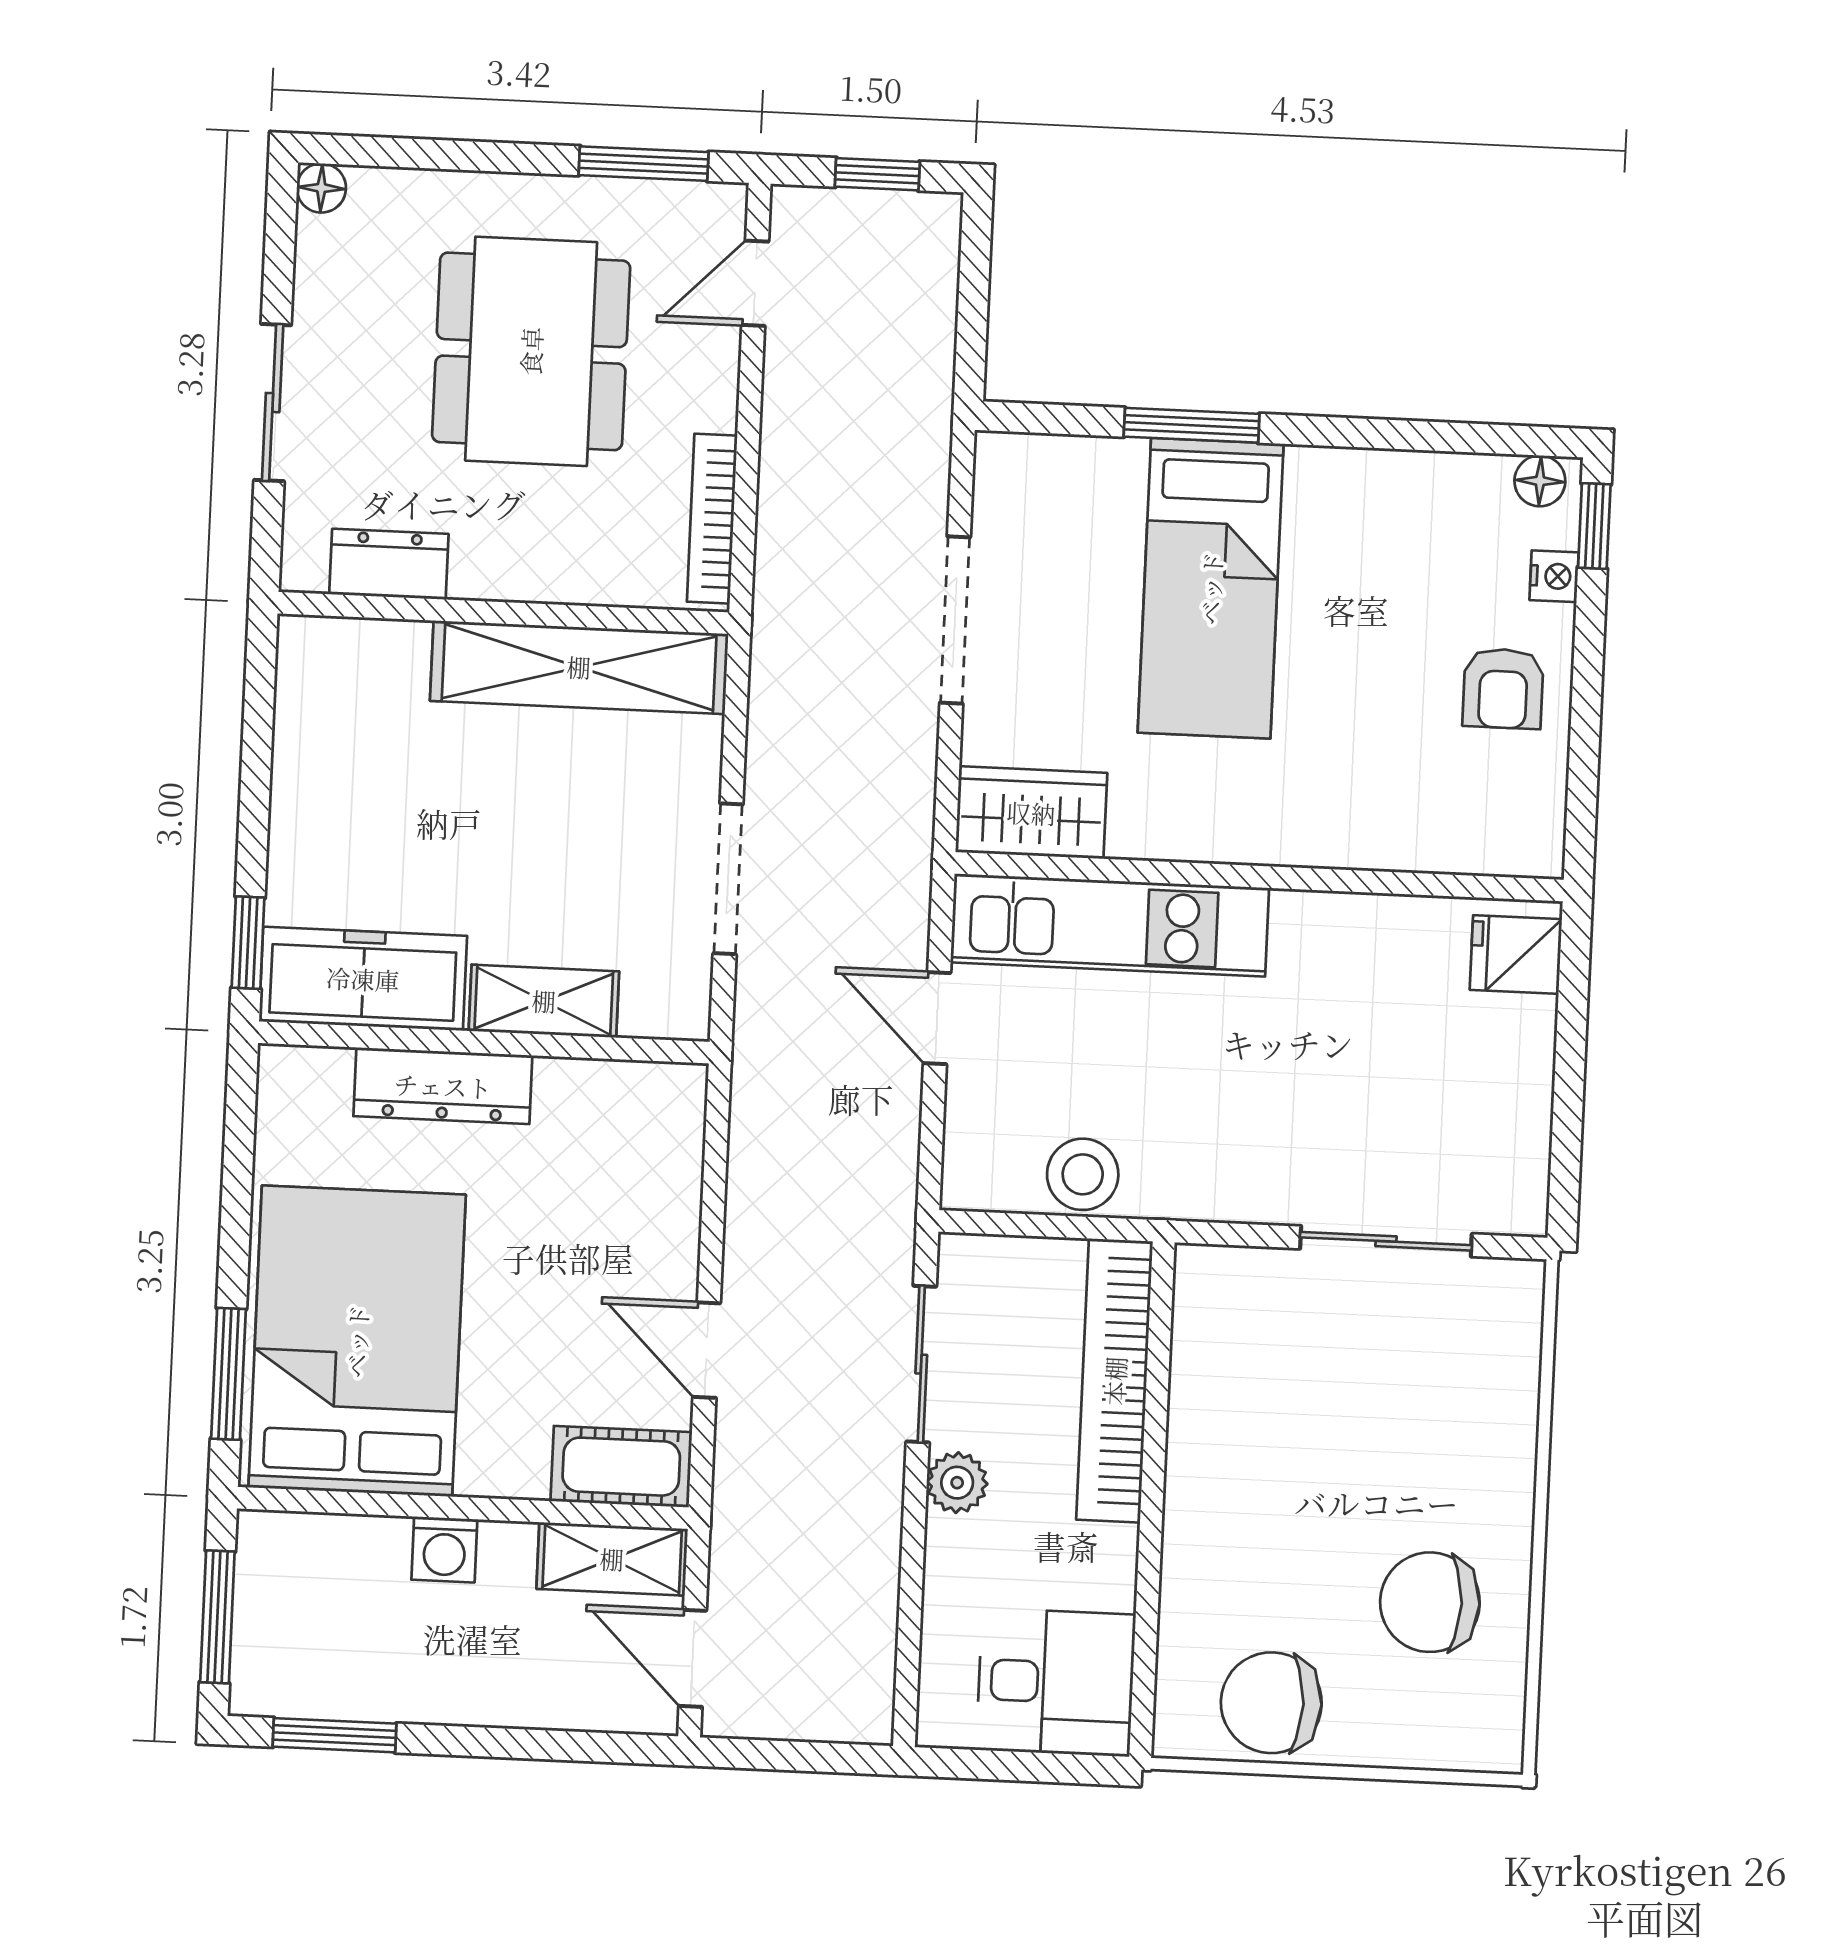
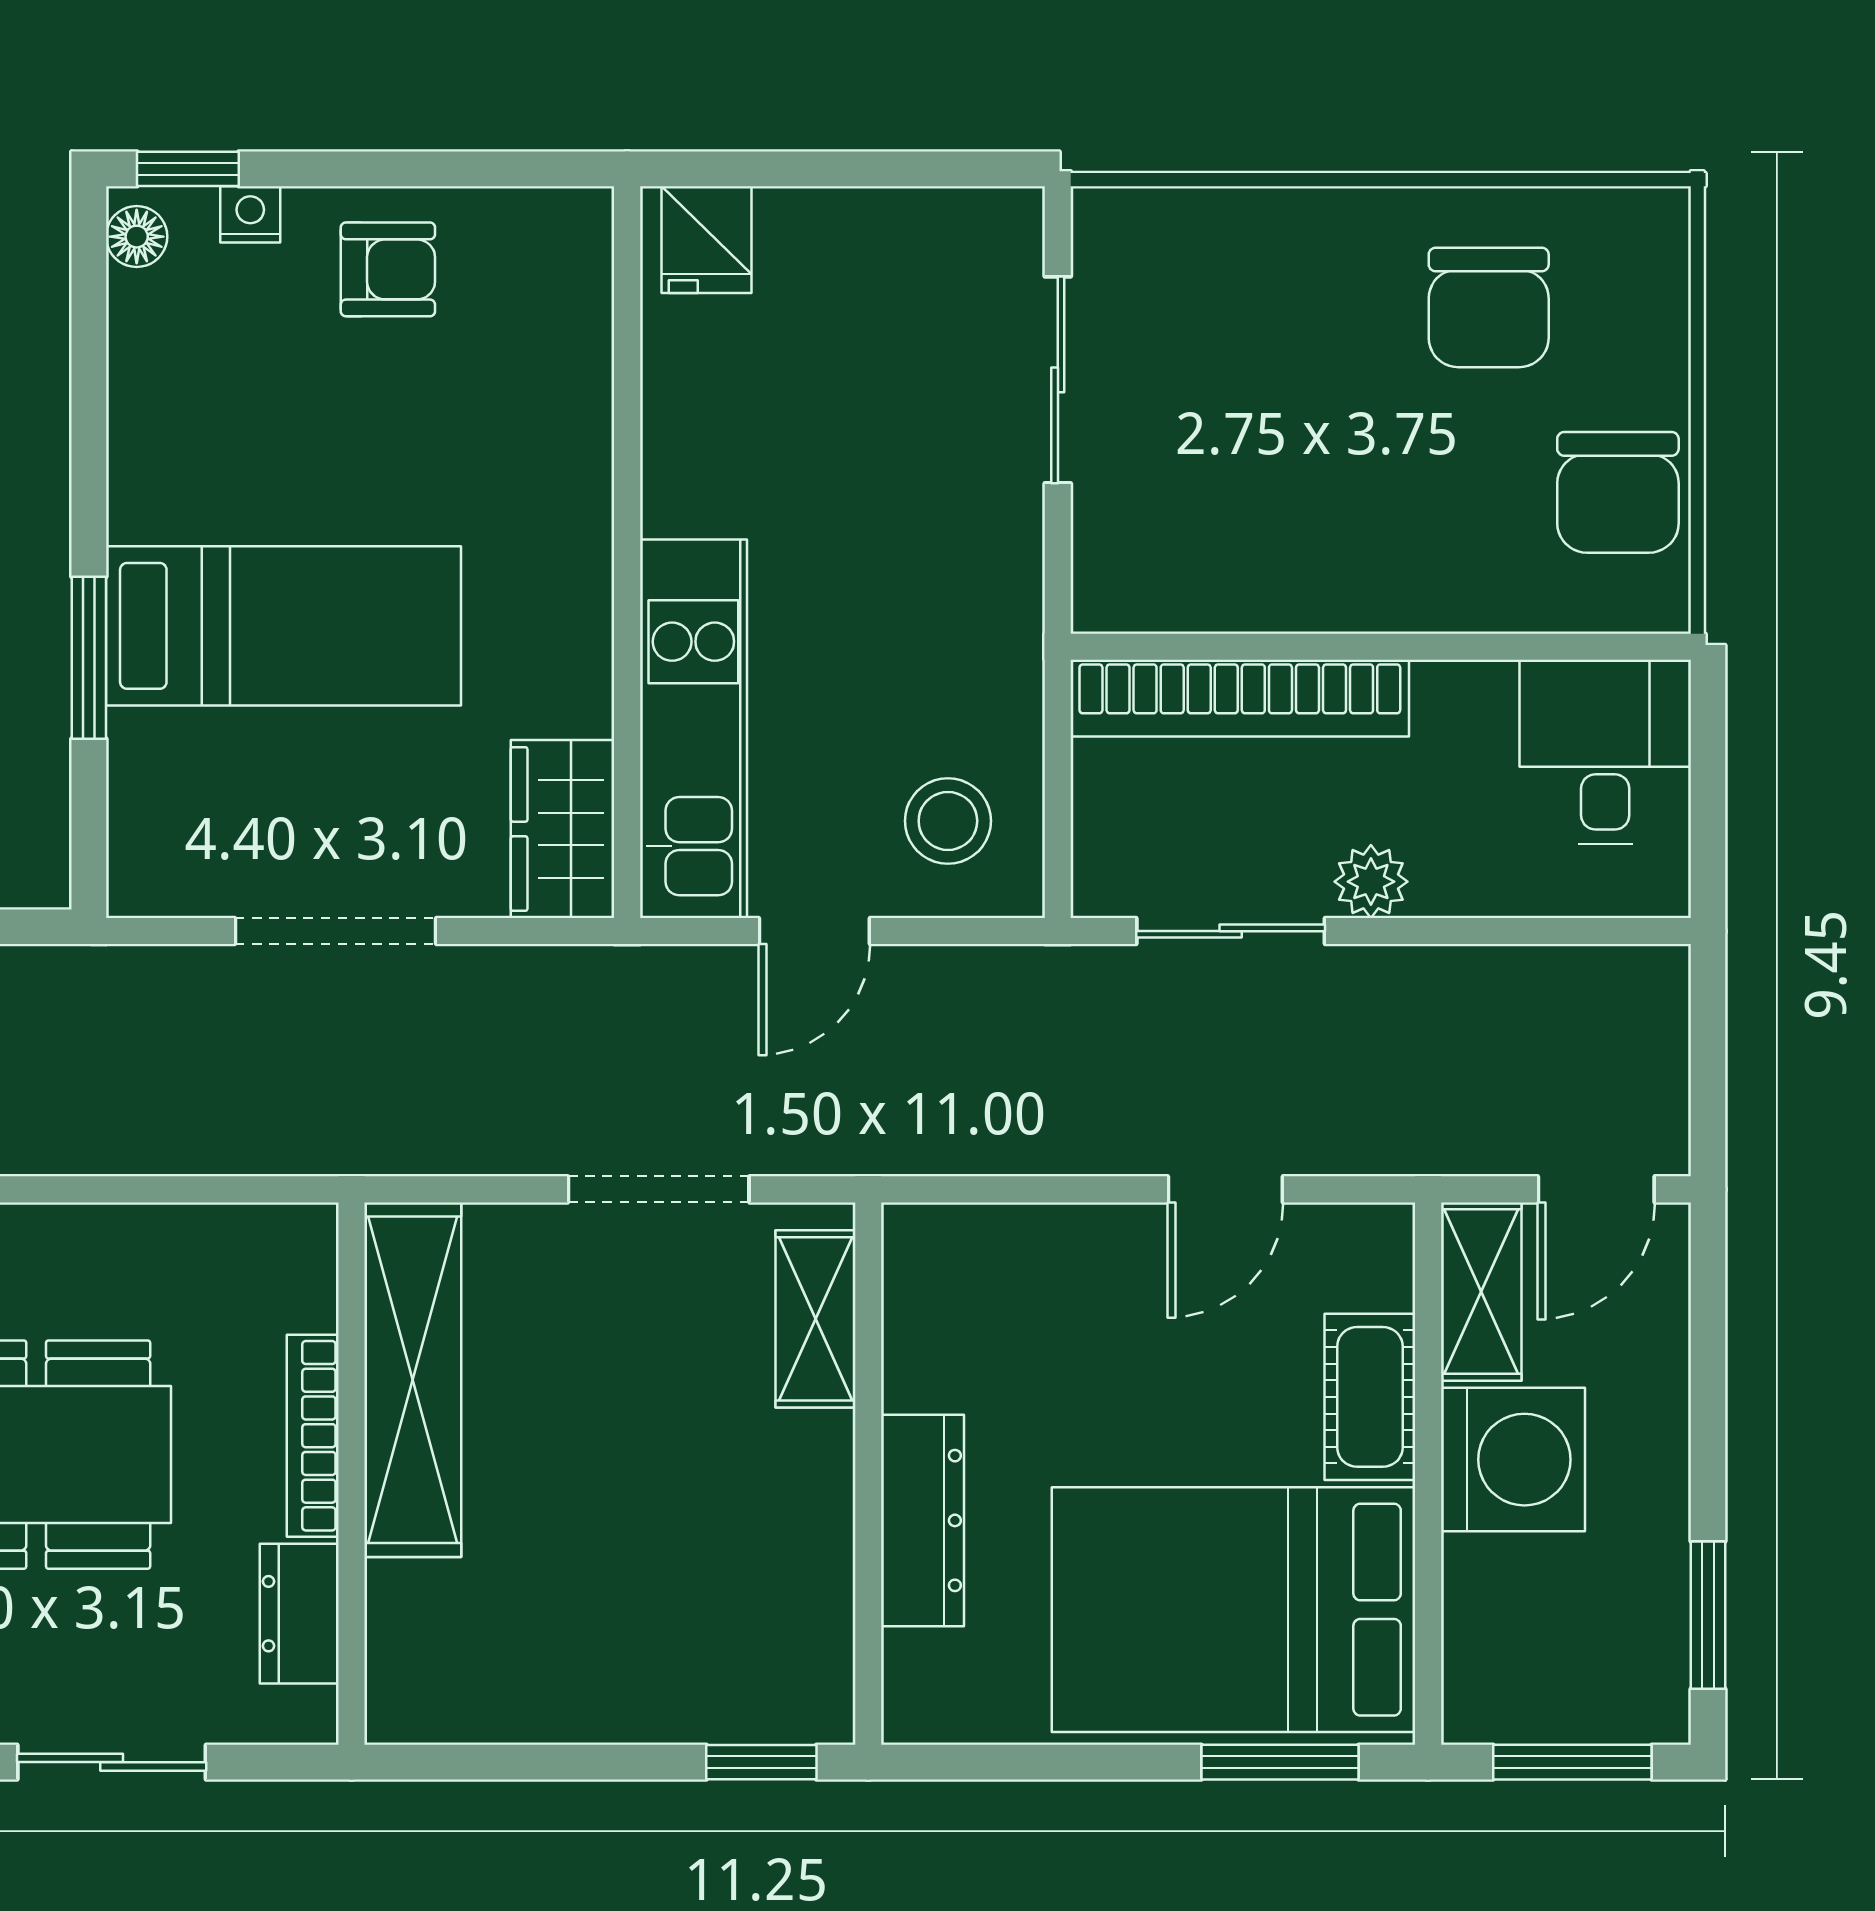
bookcase: (712, 519) -> (313, 1436), moved, turned 90
freezer: (363, 979) -> (798, 1622), removed
shelving: (544, 1001) -> (815, 1319), moved
stool: (1083, 1174) -> (948, 821), moved
cot: (621, 1467) -> (1370, 1397), moved
washing machine: (444, 1549) -> (1513, 1460), width x1.89, depth x1.89

